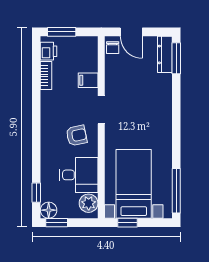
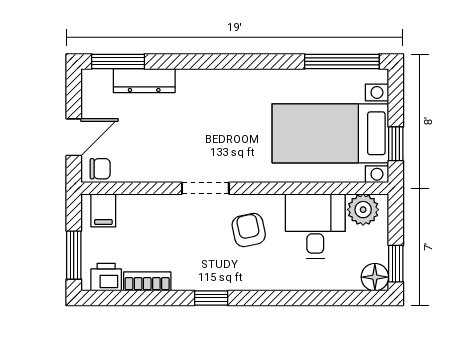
dresser: (165, 54) -> (144, 81), moved
filing cabinet: (88, 80) -> (103, 210), moved
window: (36, 193) -> (211, 298), moved

